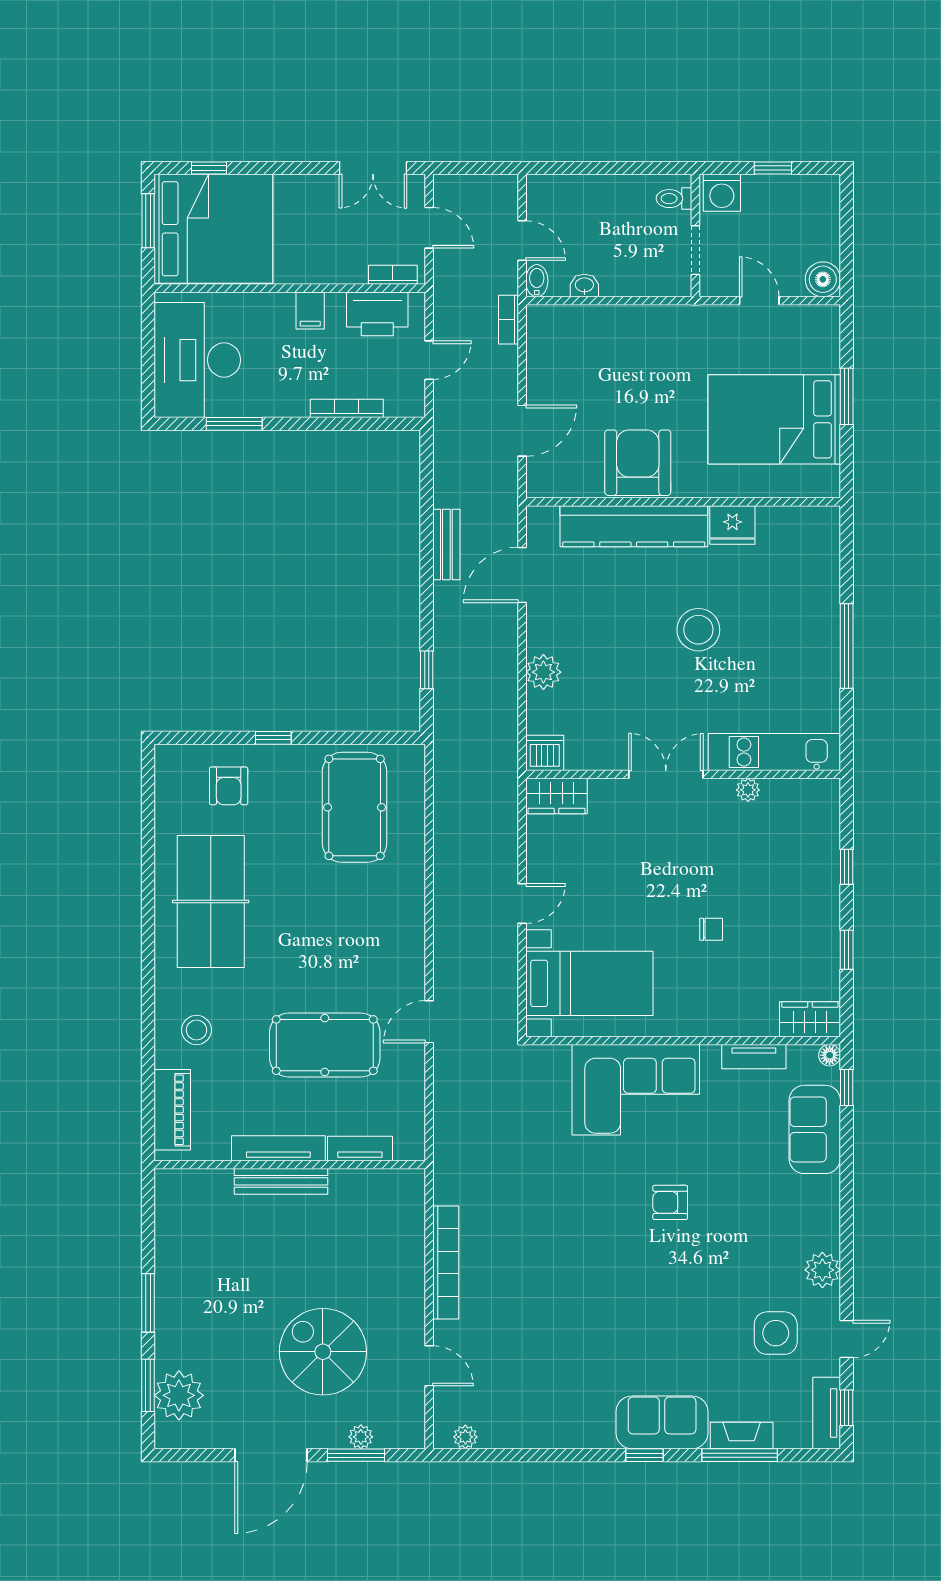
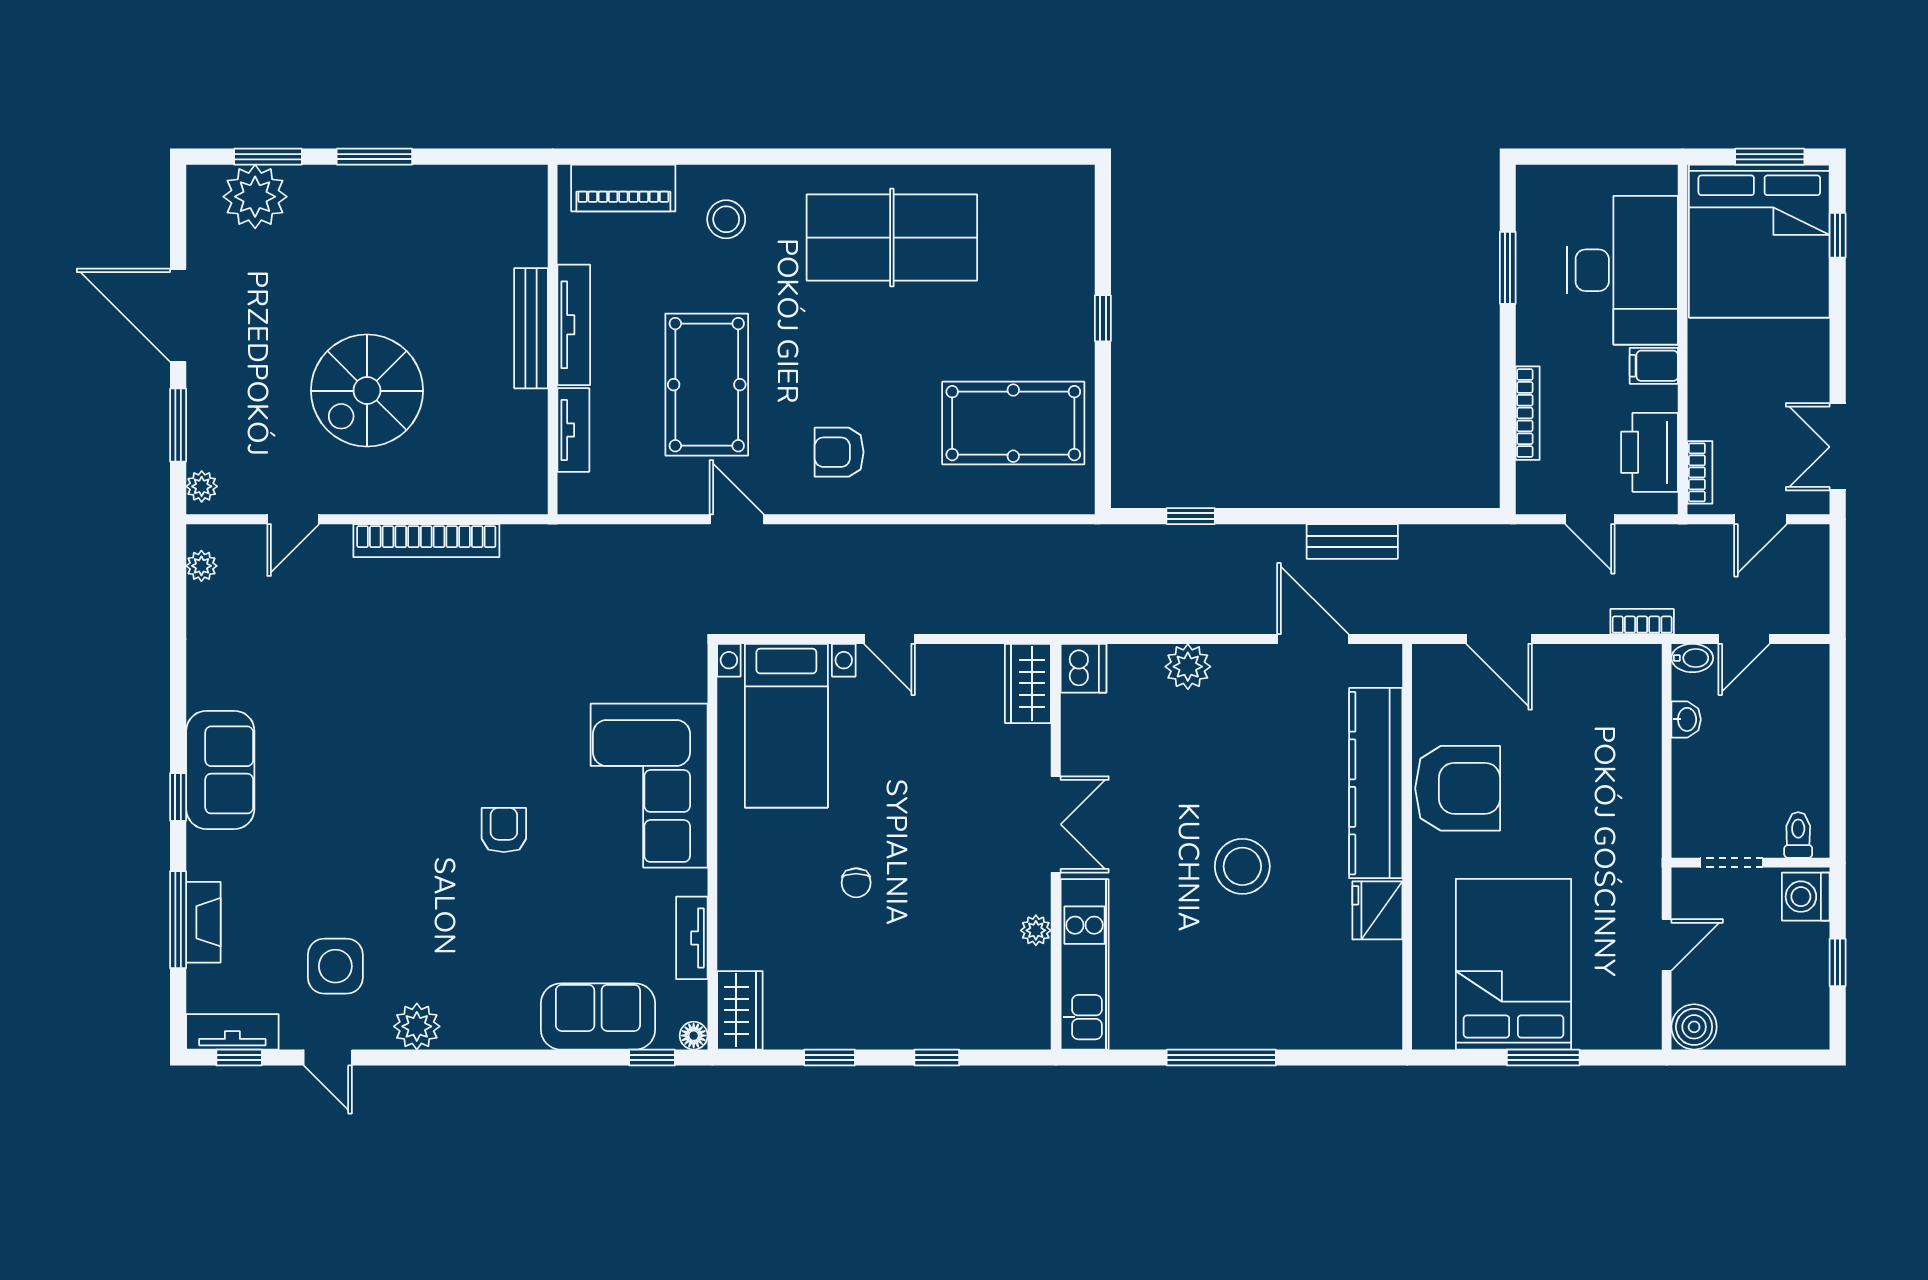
desk: (197, 360) -> (1622, 270), moved, turned 90
armchair: (229, 786) -> (839, 452), moved
spiral stairs: (323, 1352) -> (367, 391), moved, turned 180
sofa: (662, 1422) -> (220, 770), moved
plant: (361, 1437) -> (202, 486), moved

